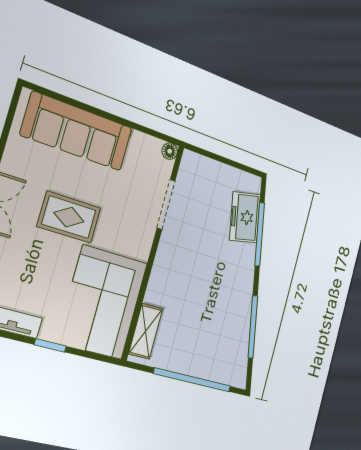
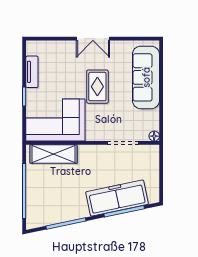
freezer: (245, 217) -> (117, 198), width x1.91, depth x1.26
shelving: (146, 331) -> (53, 154), width x1.50, depth x1.33

